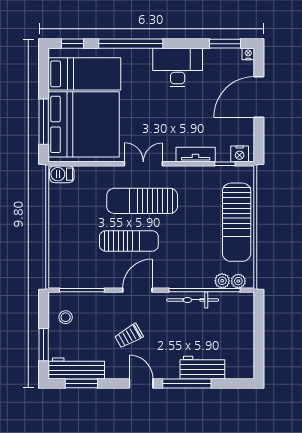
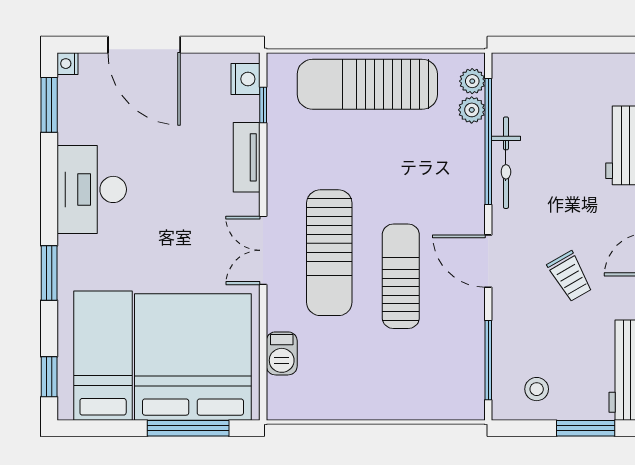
window: (131, 44) -> (49, 273), width x0.47
barbecue: (62, 174) -> (282, 353), moved
sun lounger: (237, 222) -> (367, 84), turned 180

